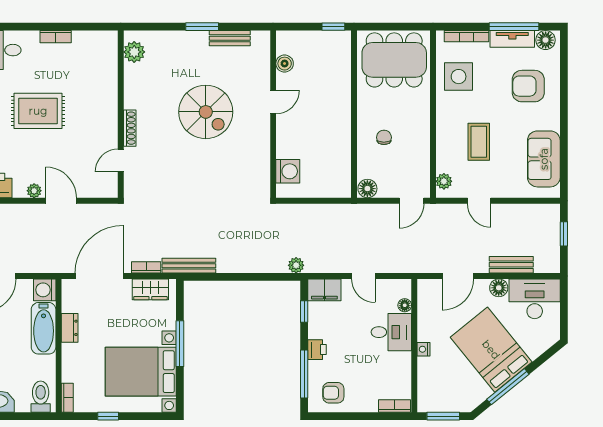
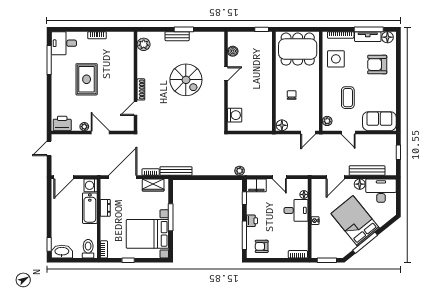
bench: (230, 38) -> (177, 36), moved
rug: (38, 111) -> (87, 79), turned 90
sofa: (544, 159) -> (379, 121), moved, turned 90
bench: (511, 265) -> (367, 171), width x1.36

